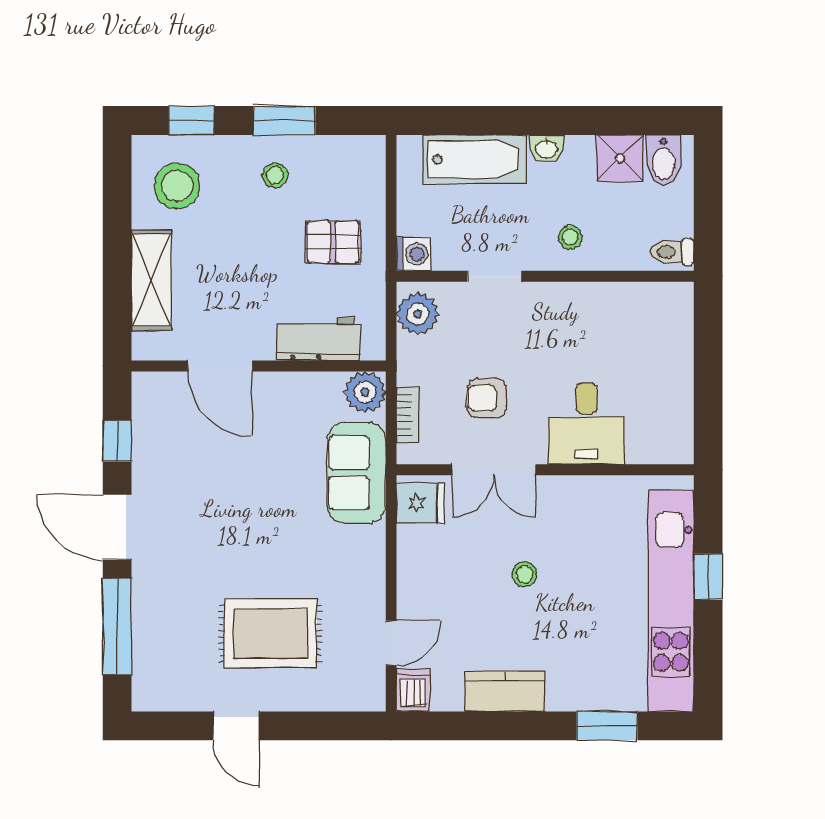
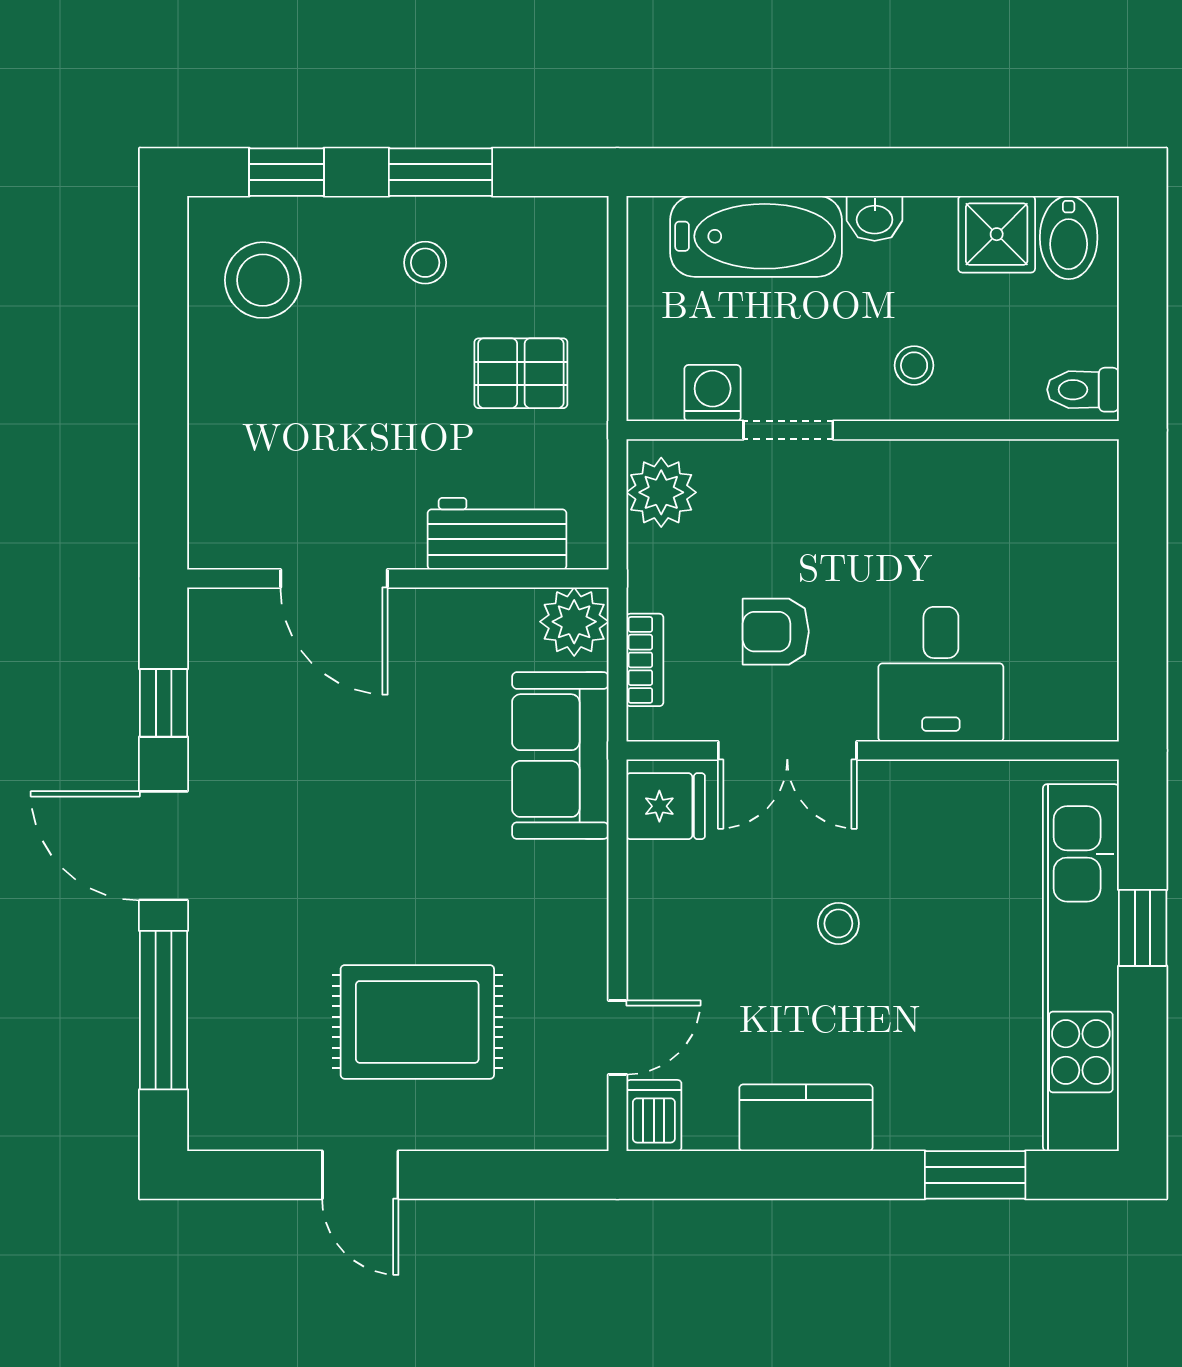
washing machine: (413, 254) -> (713, 393), moved, turned -90
shelving: (151, 280) -> (220, 436), removed

